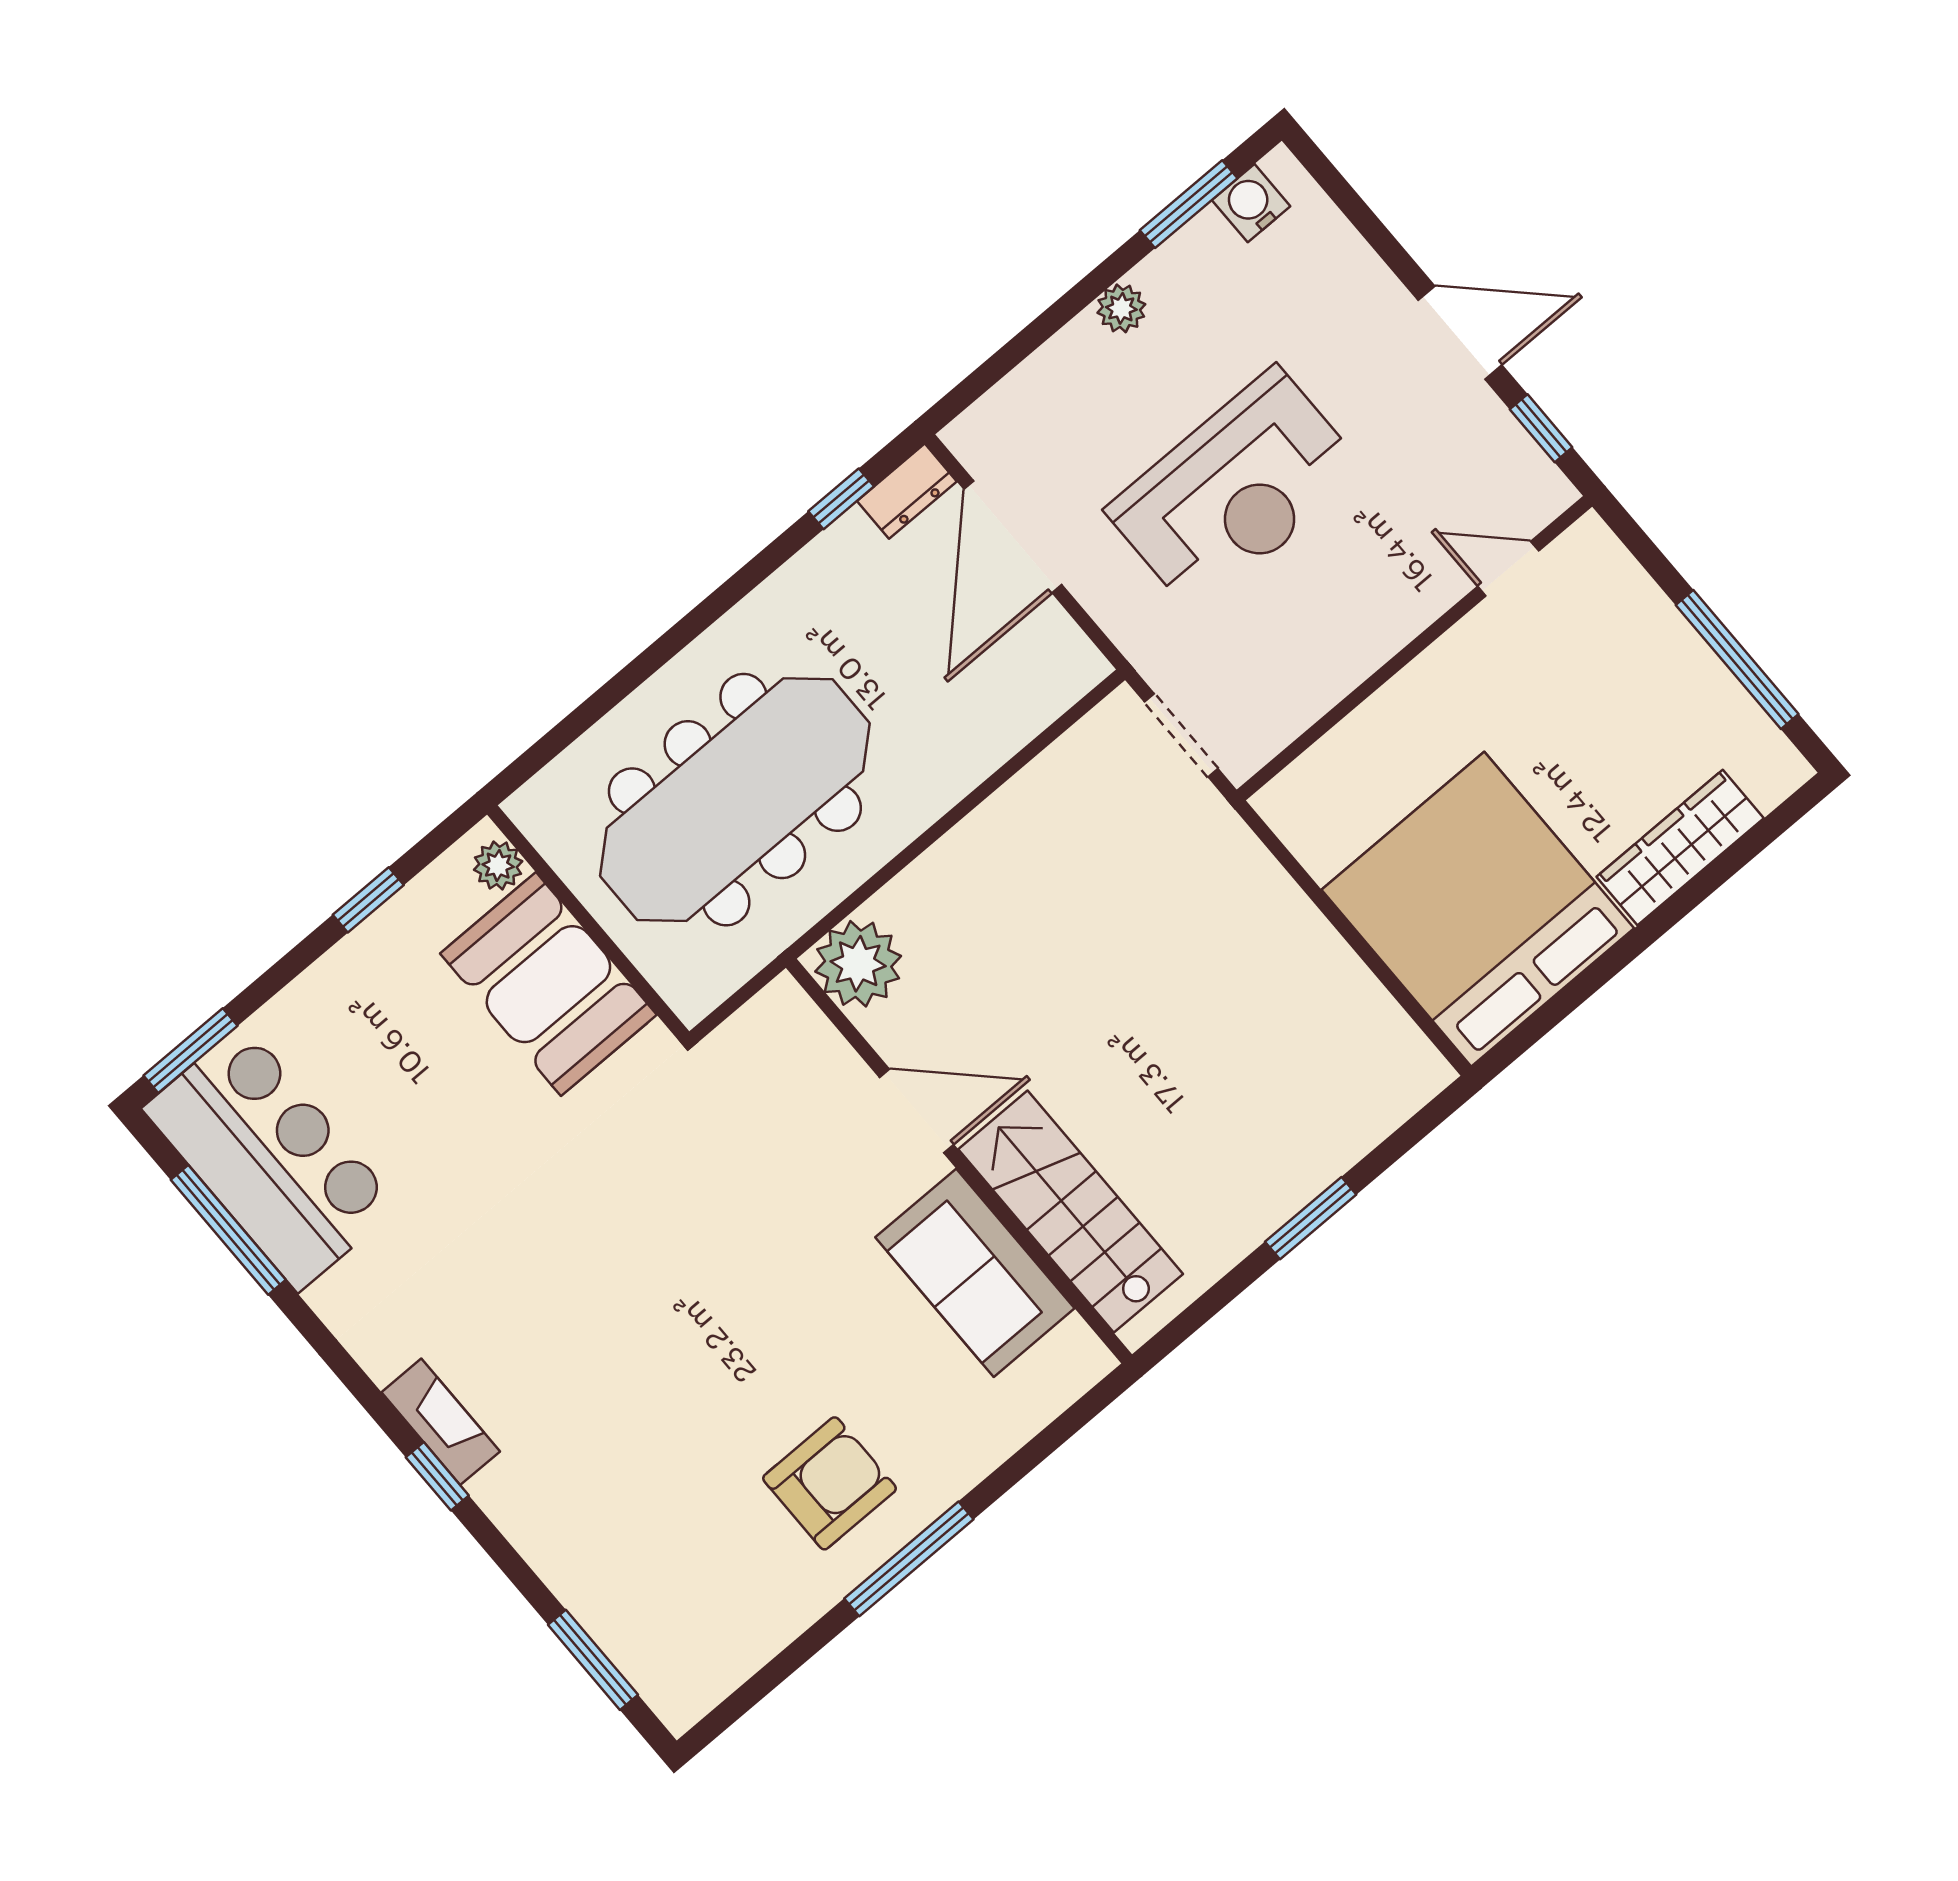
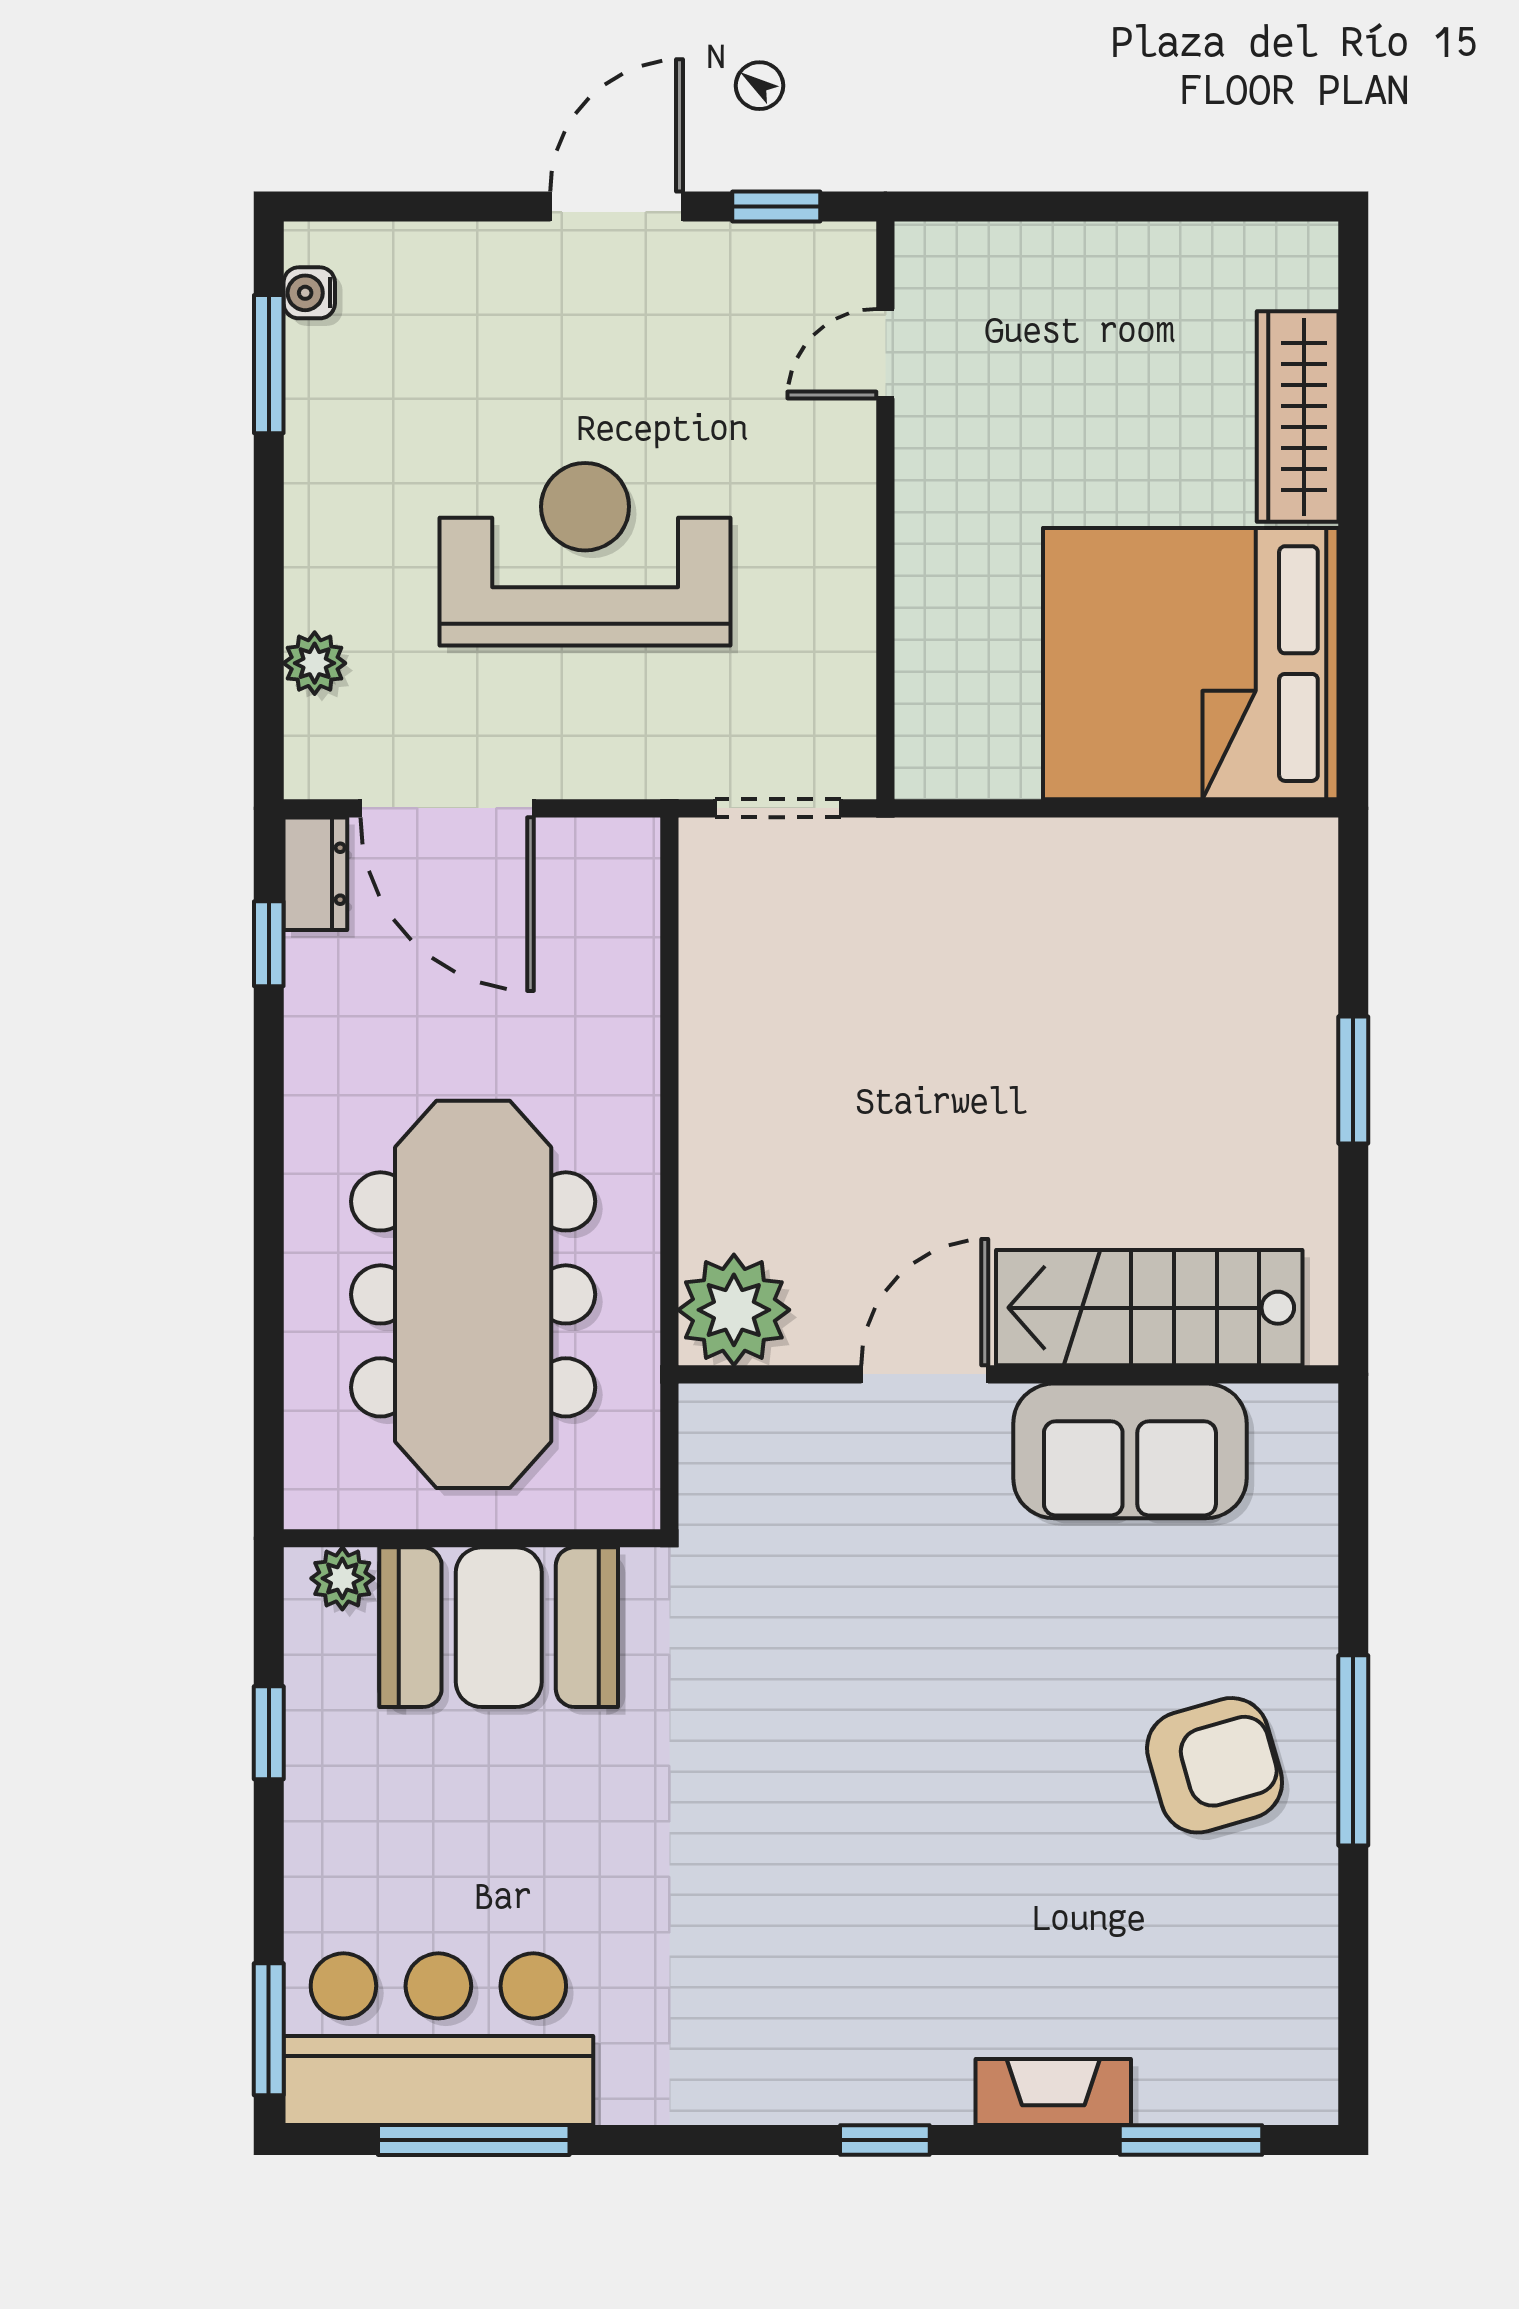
water cooler: (1251, 203) -> (309, 293), width x0.72, depth x0.72
plant: (1121, 308) -> (315, 663), moved
reception desk: (1235, 490) -> (585, 554), turned -90
window: (1737, 660) -> (1162, 206), removed
fireplace: (441, 1422) -> (1053, 2092), moved
armchair: (830, 1483) -> (1215, 1765), turned 74

